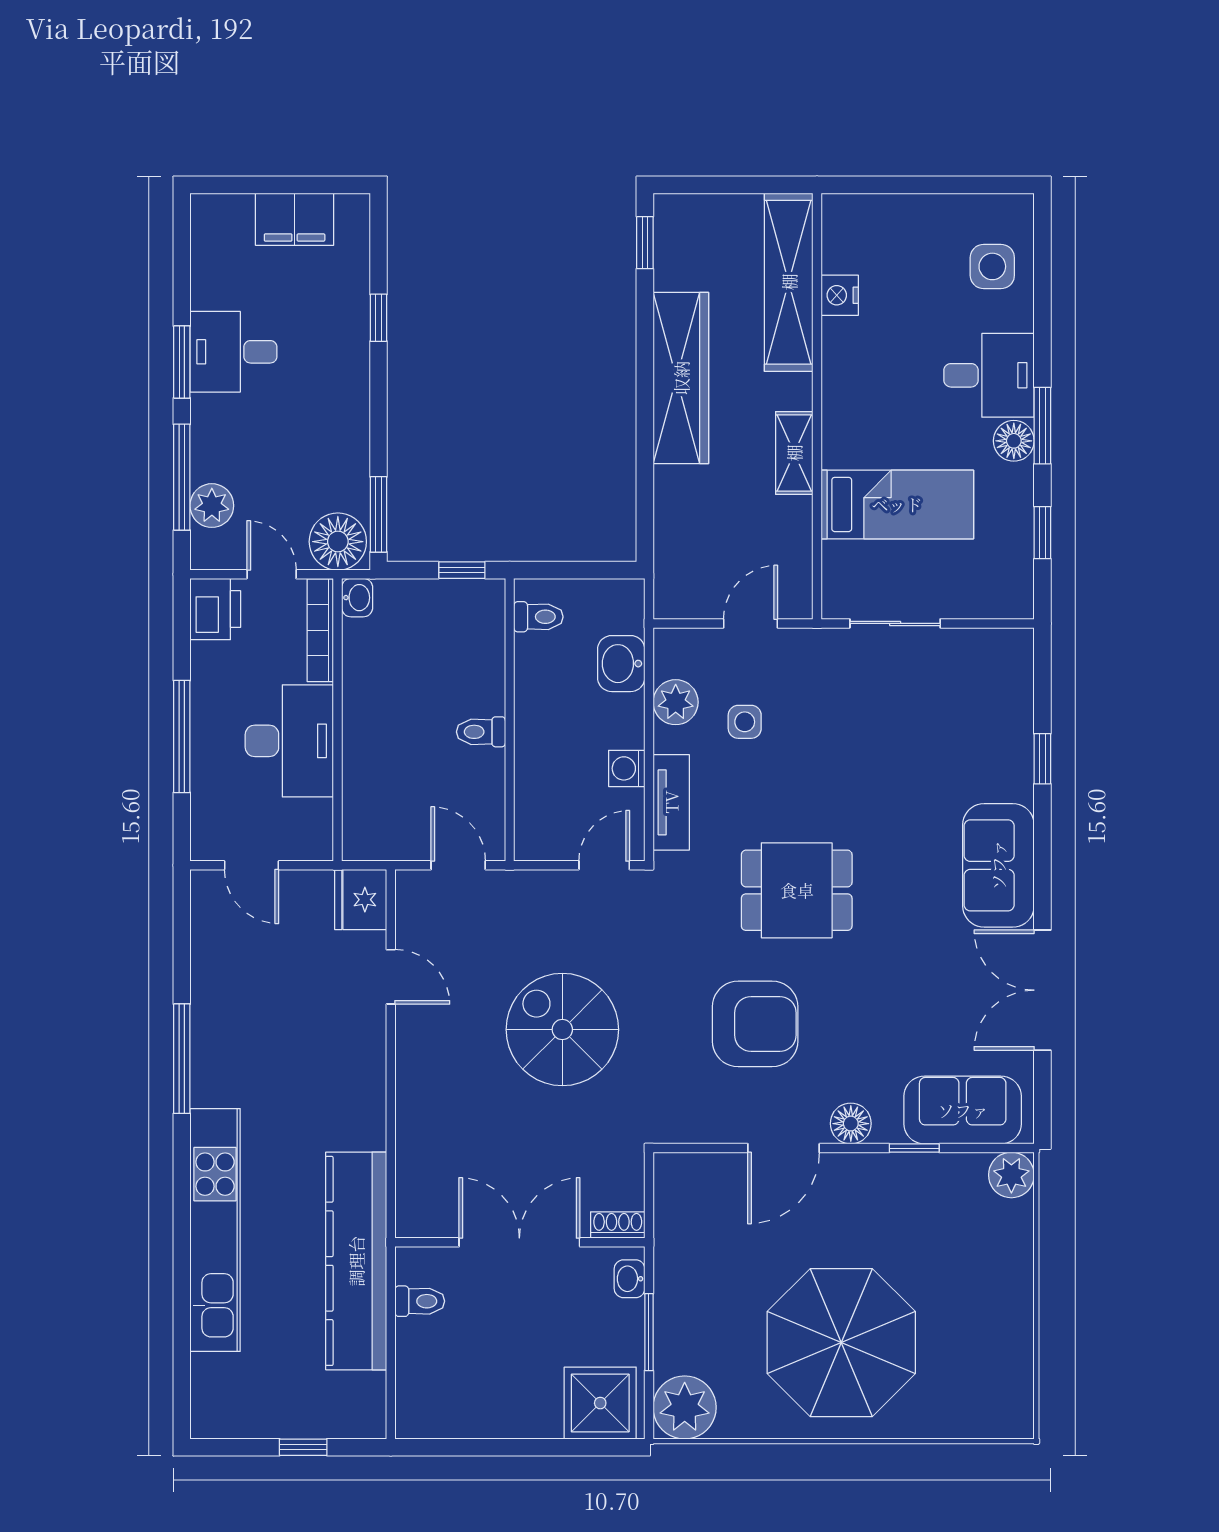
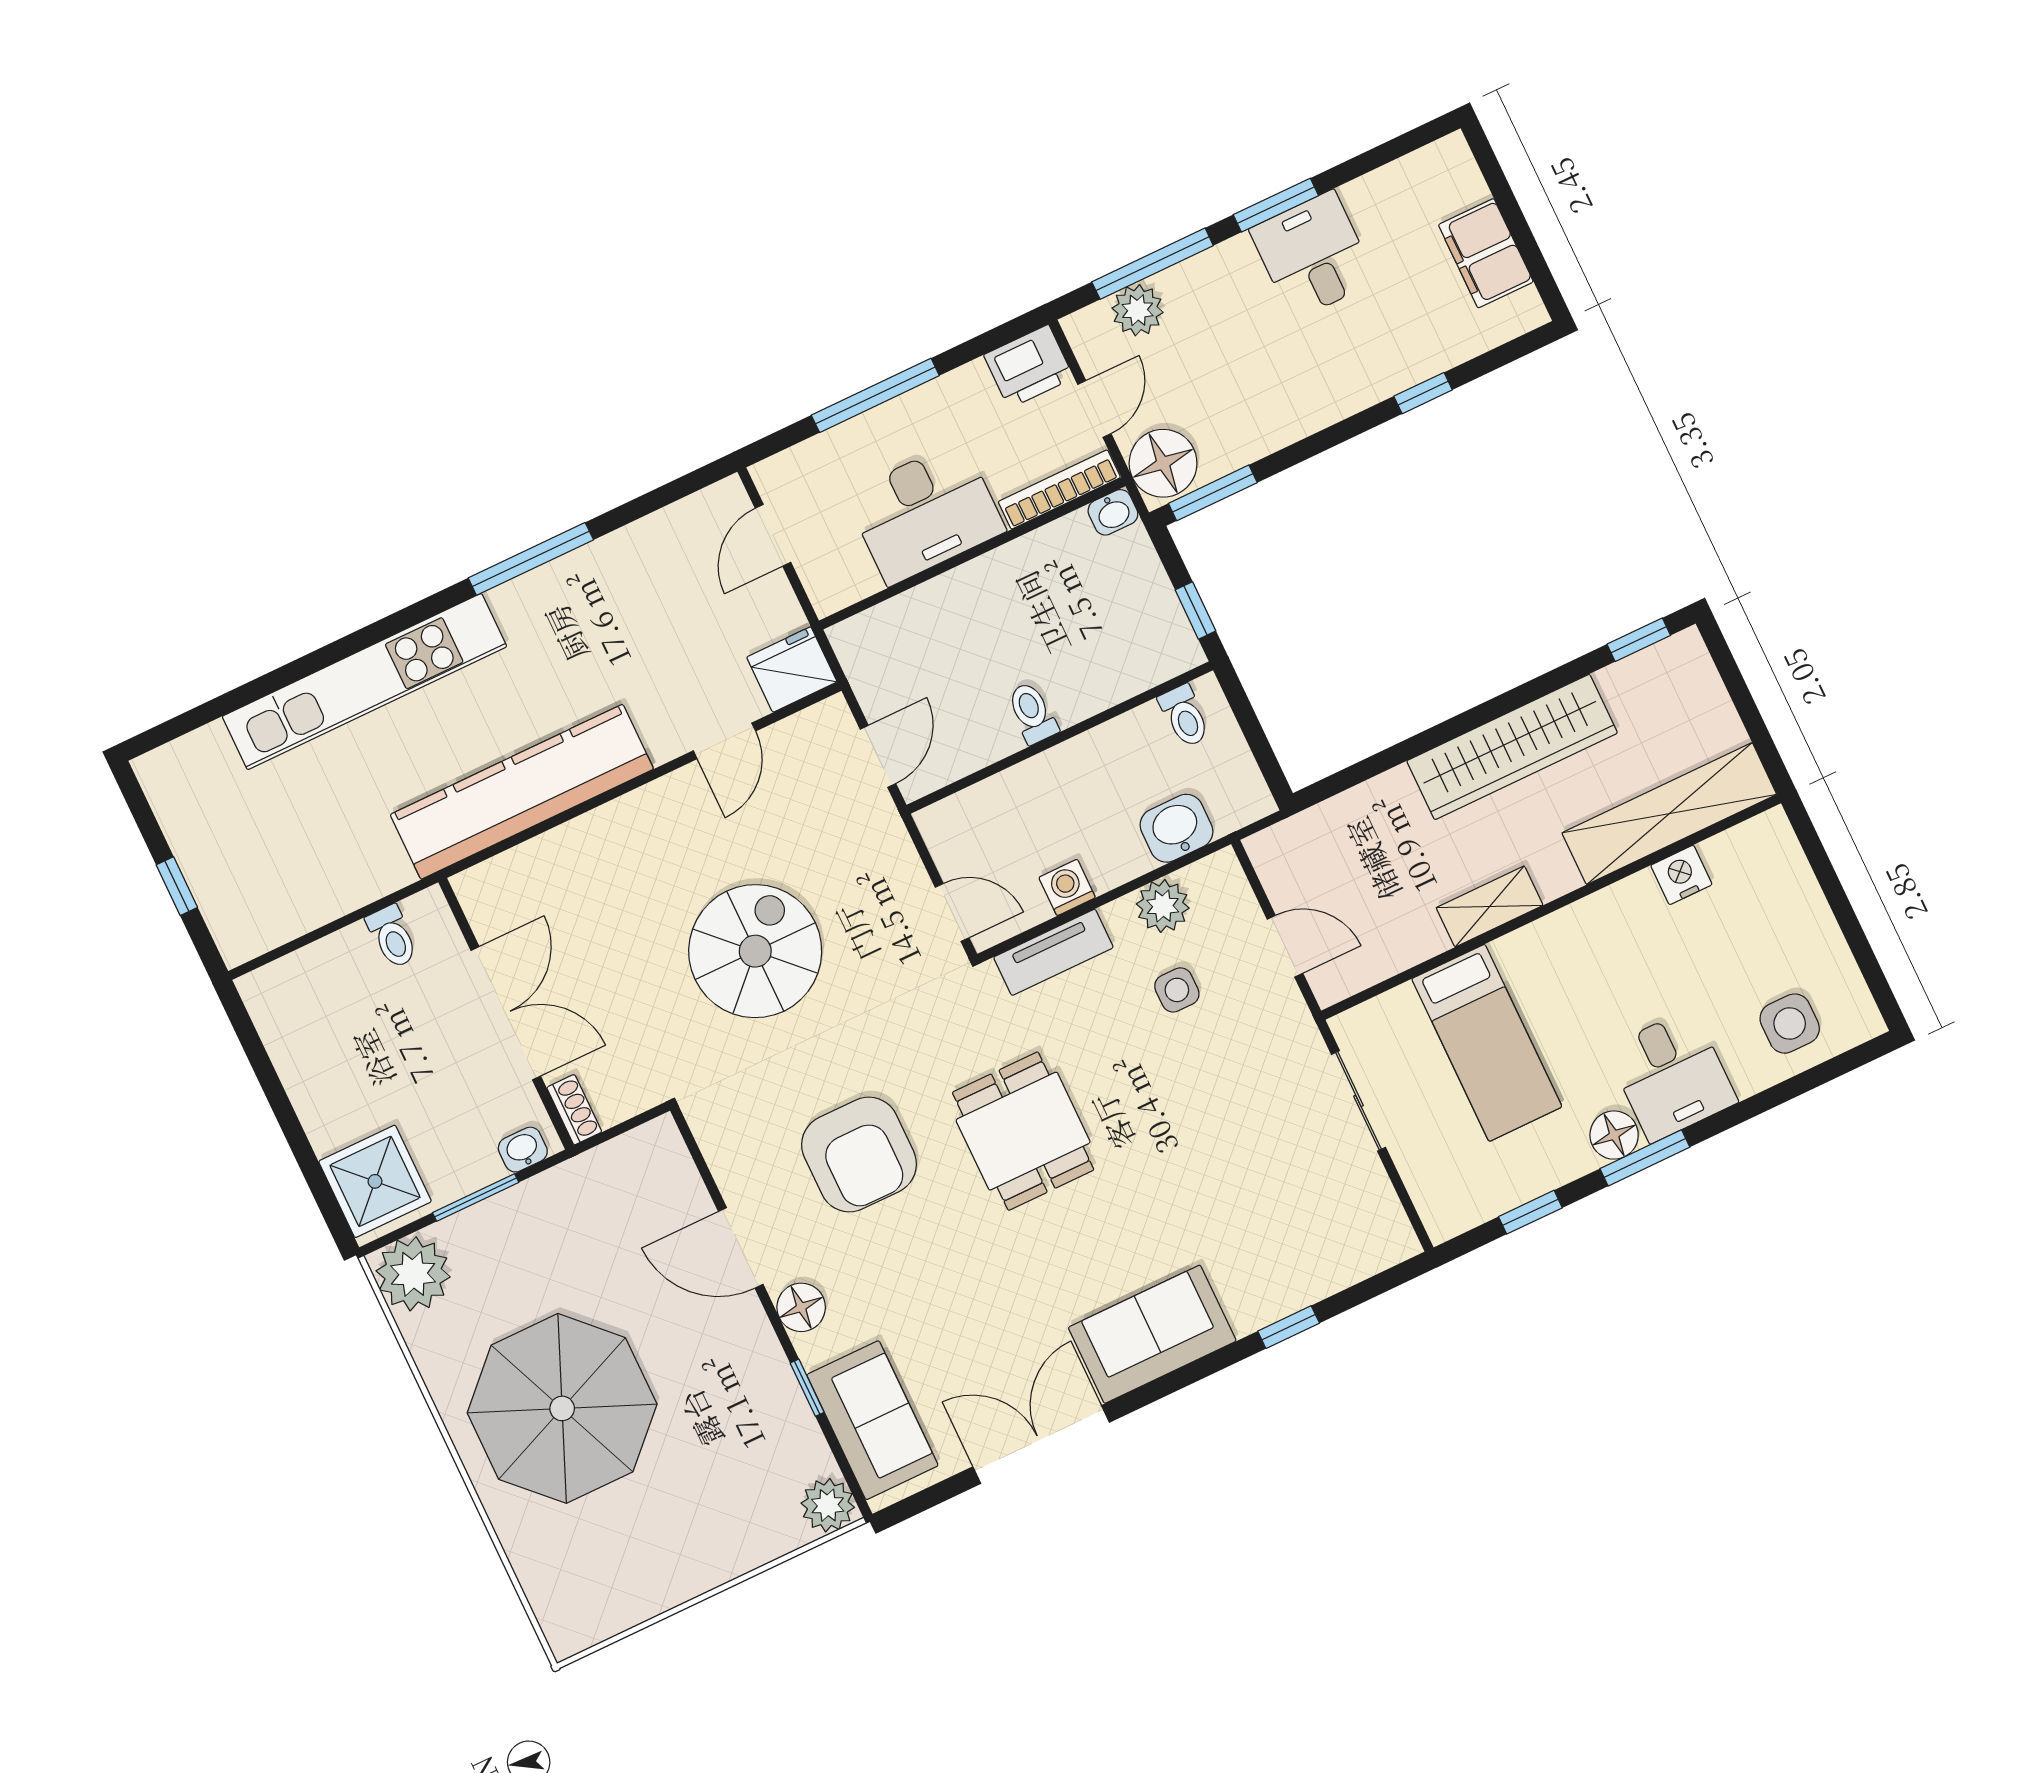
kitchen counter: (356, 1261) -> (522, 792), moved

